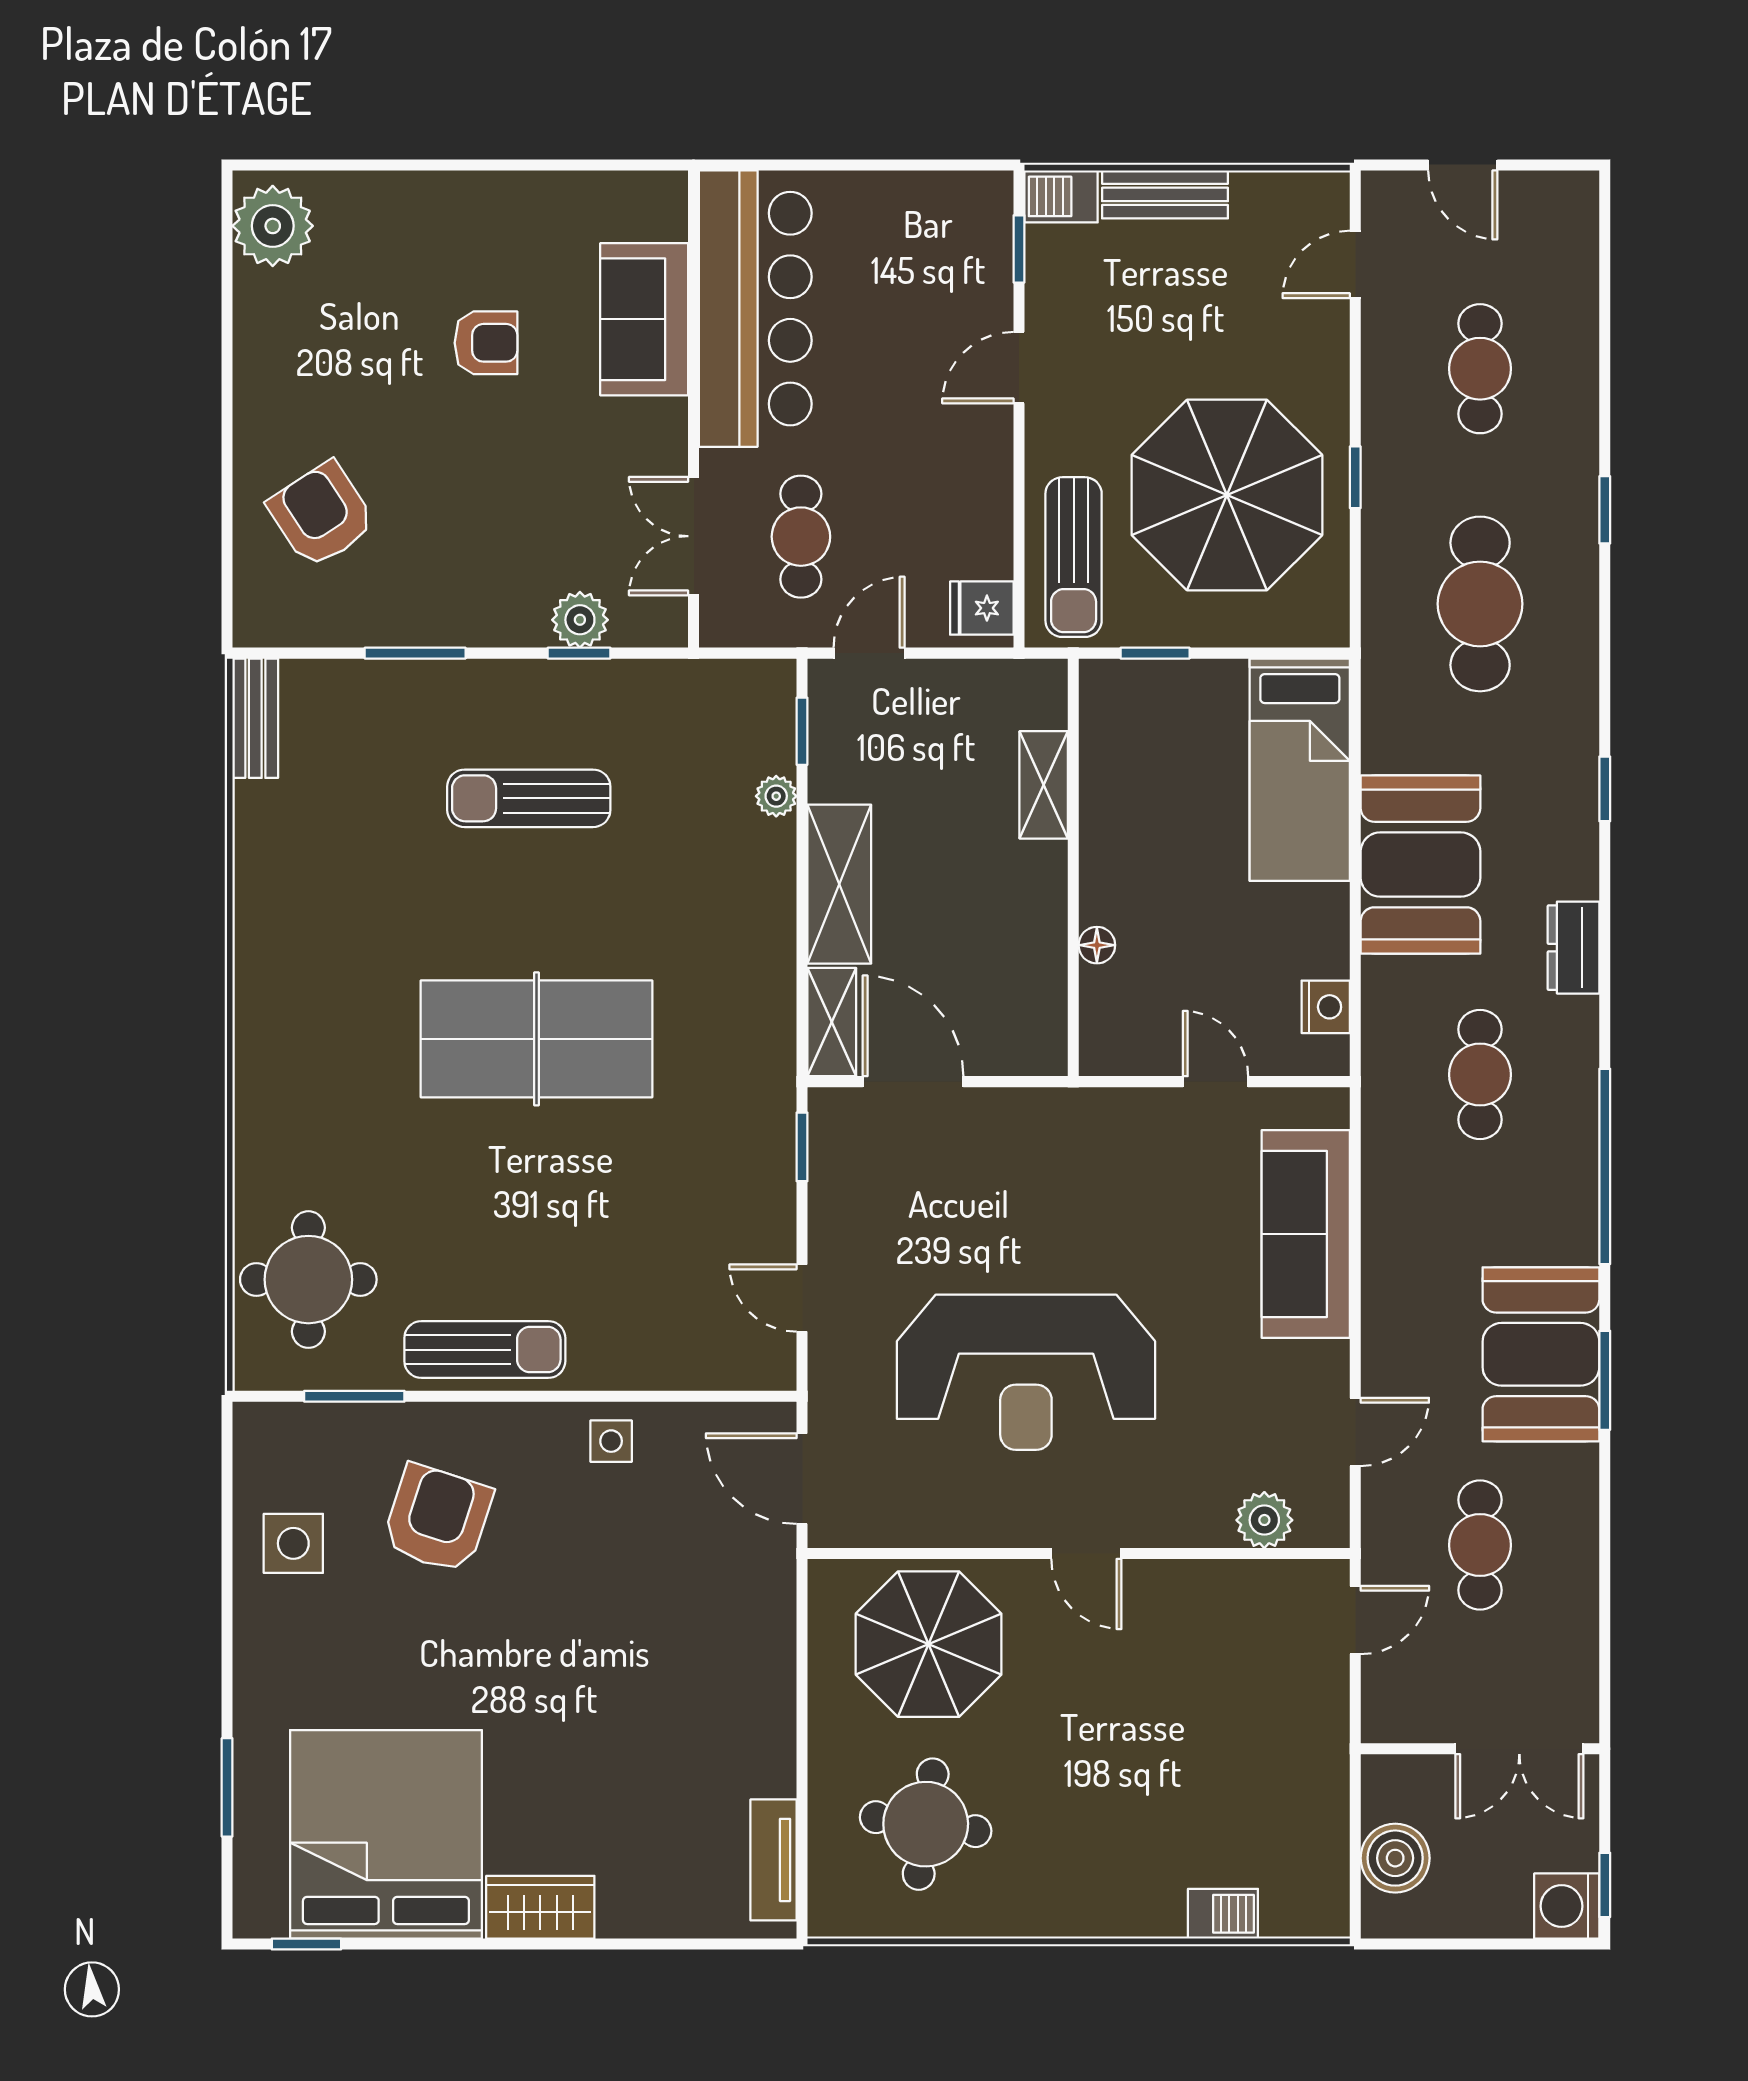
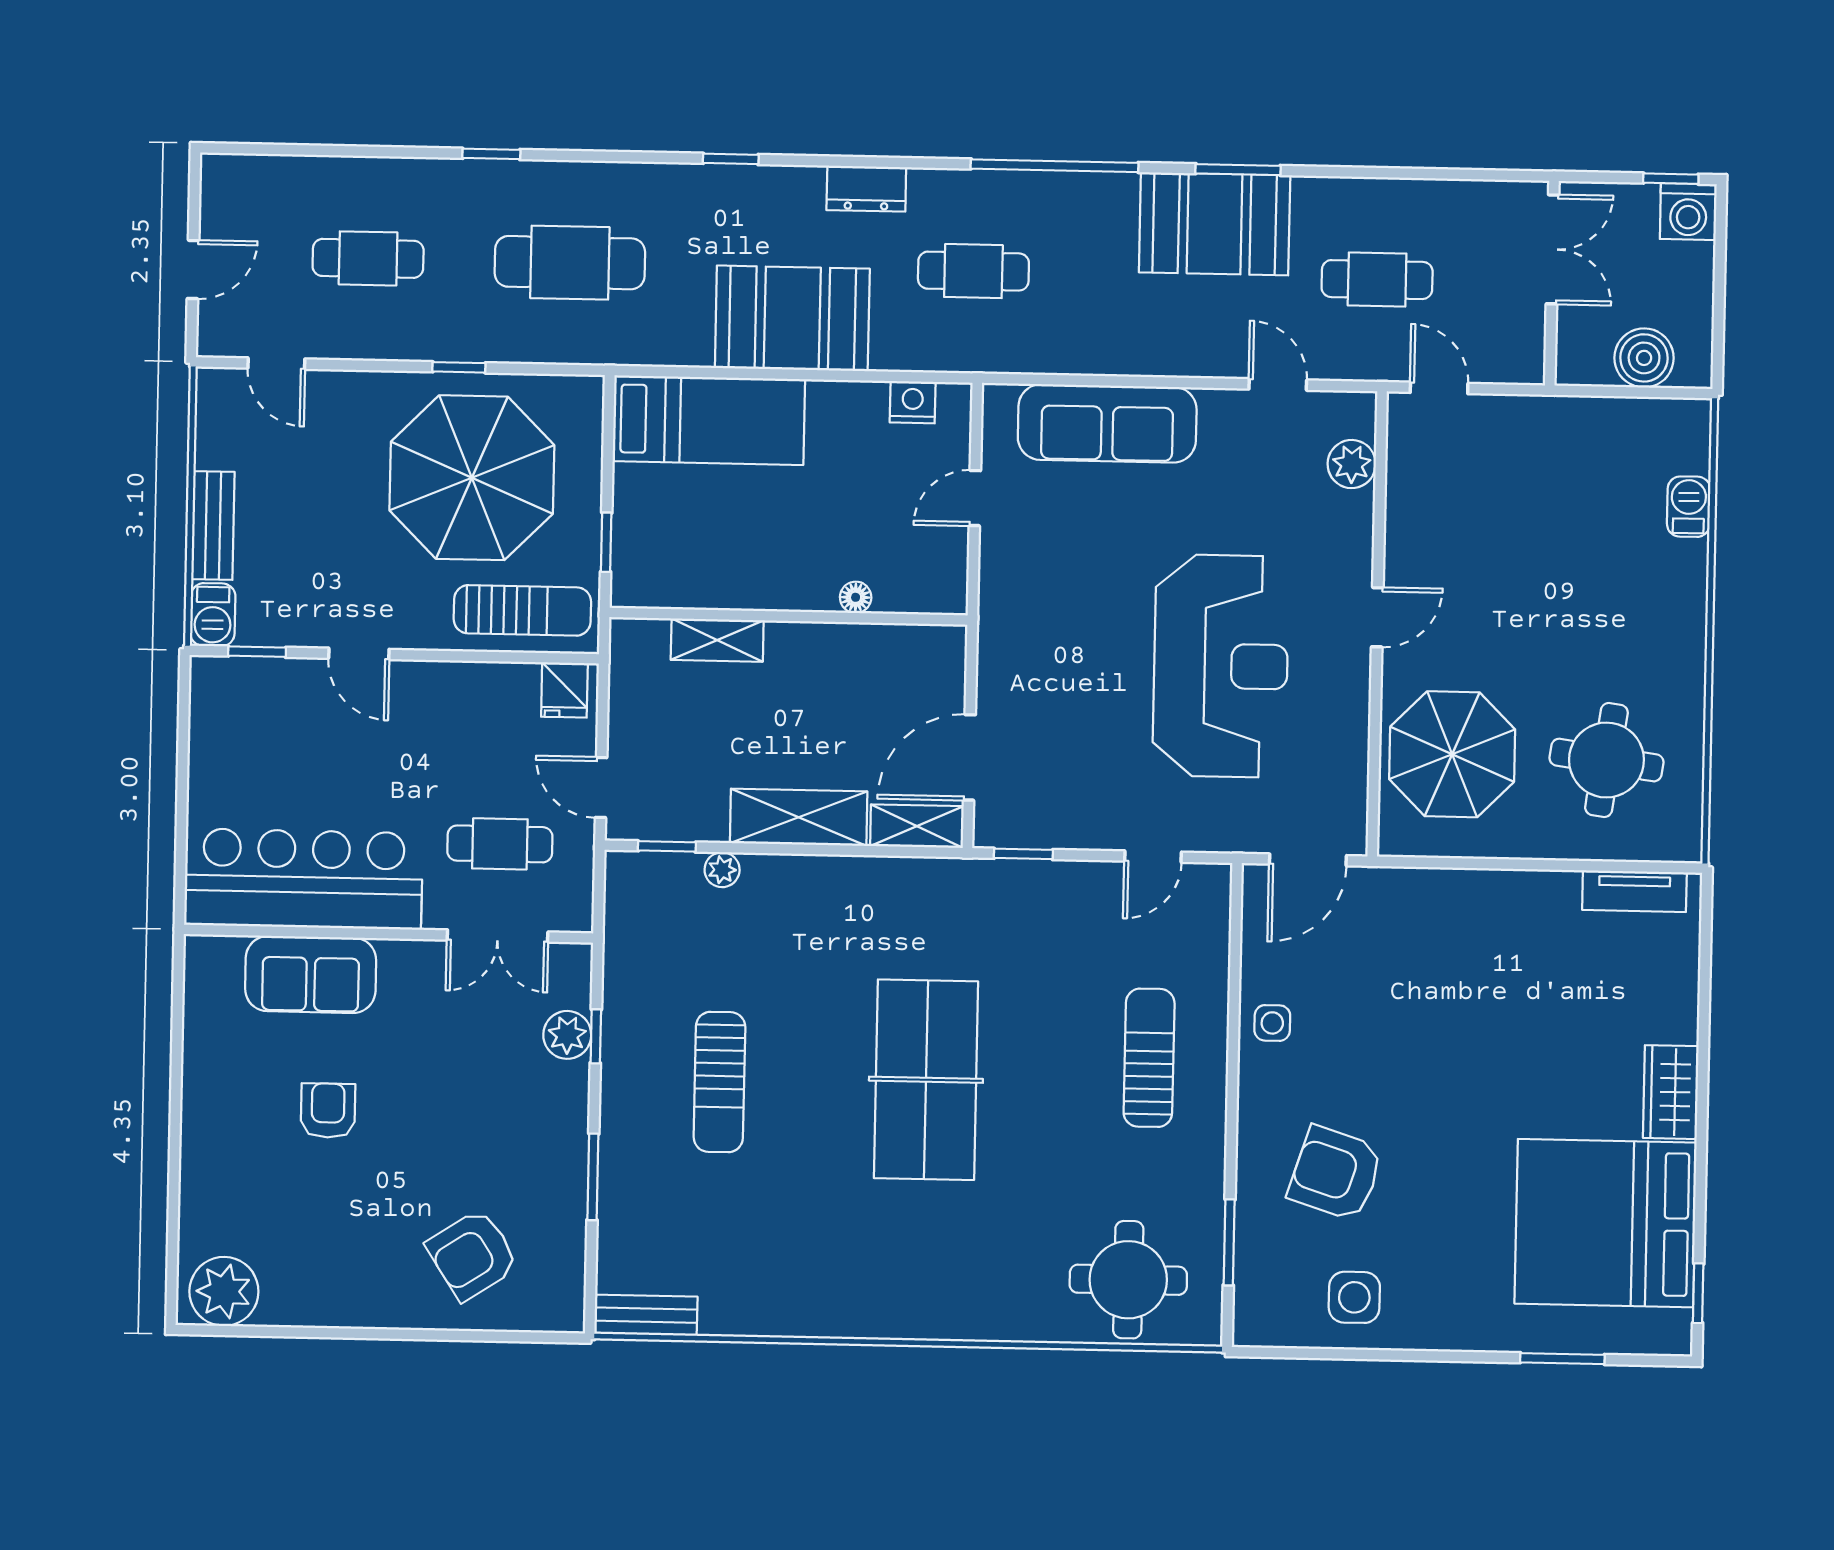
sun lounger: (485, 1350) -> (1149, 1058), moved

